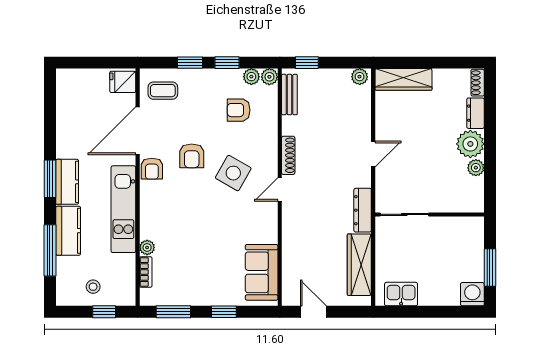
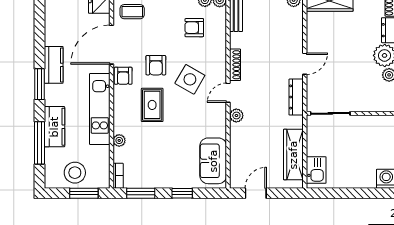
kitchen counter: (67, 182) -> (54, 65), moved
rug: (187, 204) -> (152, 105), added
dresser: (363, 210) -> (296, 97), moved
plant: (290, 217) -> (236, 115), added
bookcase: (146, 272) -> (118, 176), moved
stool: (93, 287) -> (75, 173), width x1.89, depth x1.89
kitchen sink: (401, 294) -> (316, 170), moved, turned 90
window: (104, 312) -> (84, 193), width x1.50
door: (313, 312) -> (256, 193), hinge flipped

